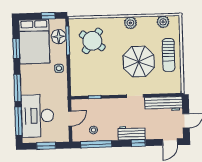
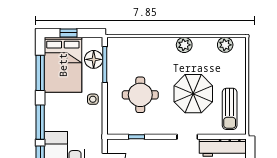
window: (48, 16) -> (68, 33), moved
round table: (92, 41) -> (140, 95), moved, turned -36
window: (16, 49) -> (40, 73), width x1.44
sun lounger: (169, 55) -> (230, 109), moved

